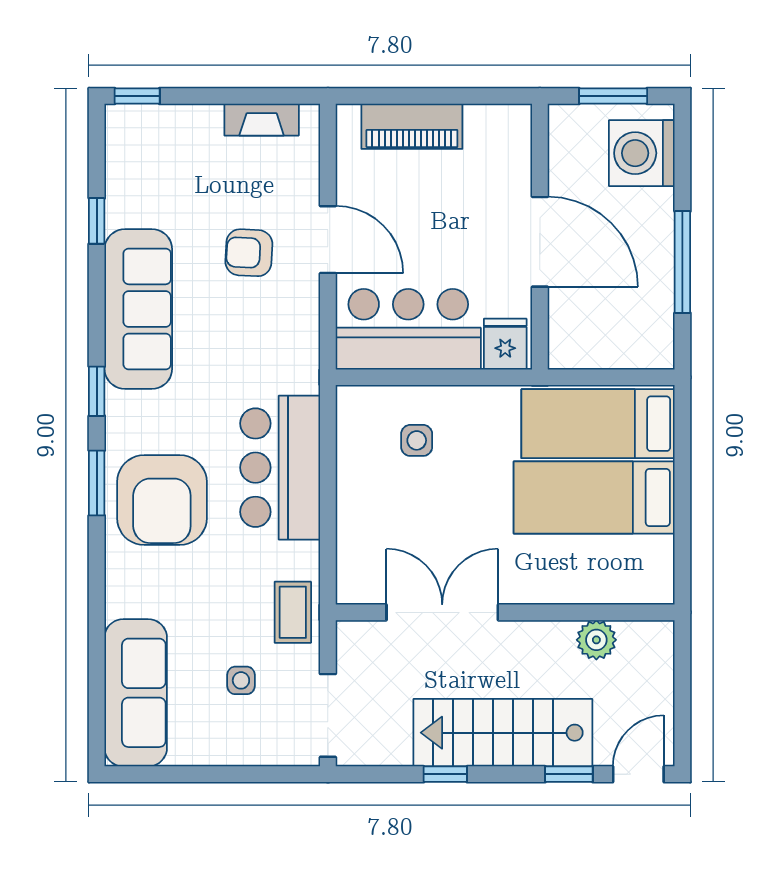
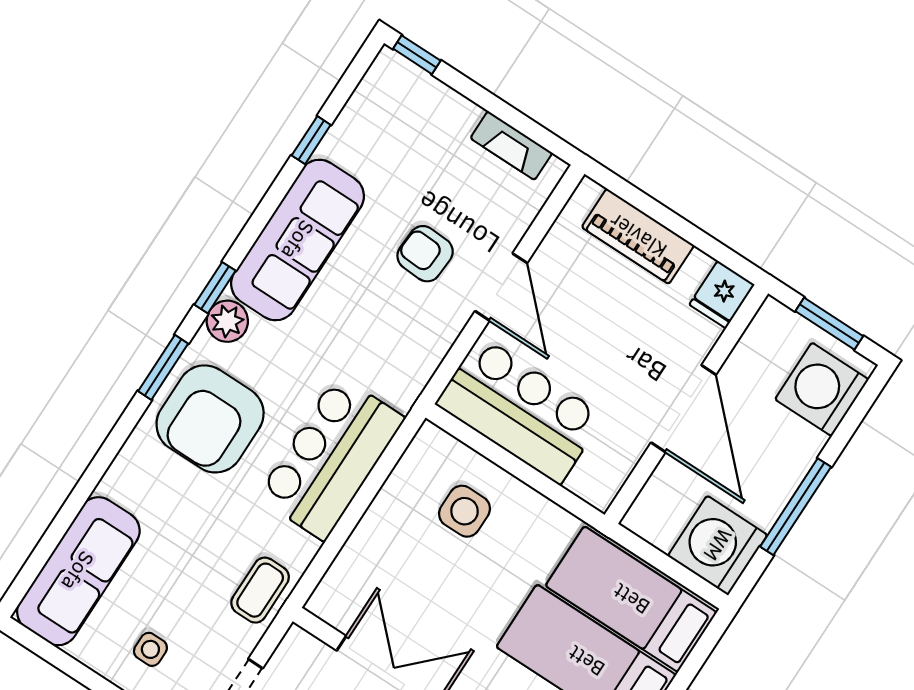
washing machine: (640, 335) -> (718, 545), added
fridge: (505, 344) -> (722, 295), moved, turned 180
plant: (124, 412) -> (227, 321), added
side table: (417, 440) -> (464, 511), width x1.37, depth x1.37
side table: (241, 680) -> (150, 649), moved

